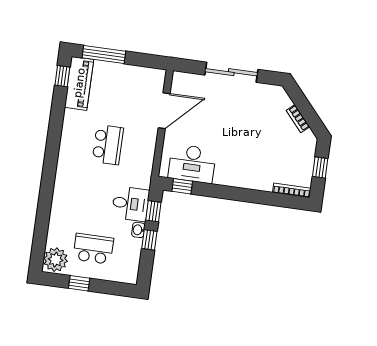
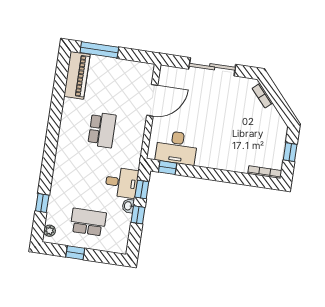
window: (62, 76) -> (42, 203), moved
bookcase: (298, 119) -> (262, 96), moved
plant: (56, 260) -> (50, 231), width x0.53, depth x0.53

